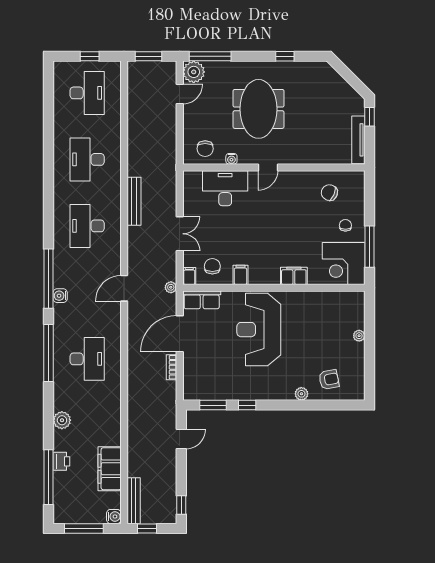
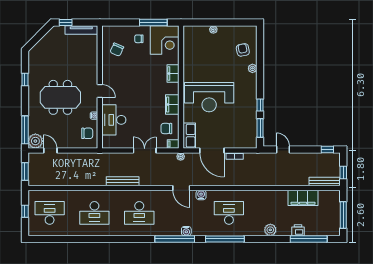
filing cabinet: (240, 275) -> (172, 105), width x2.00
water cooler: (114, 516) -> (201, 195), moved

